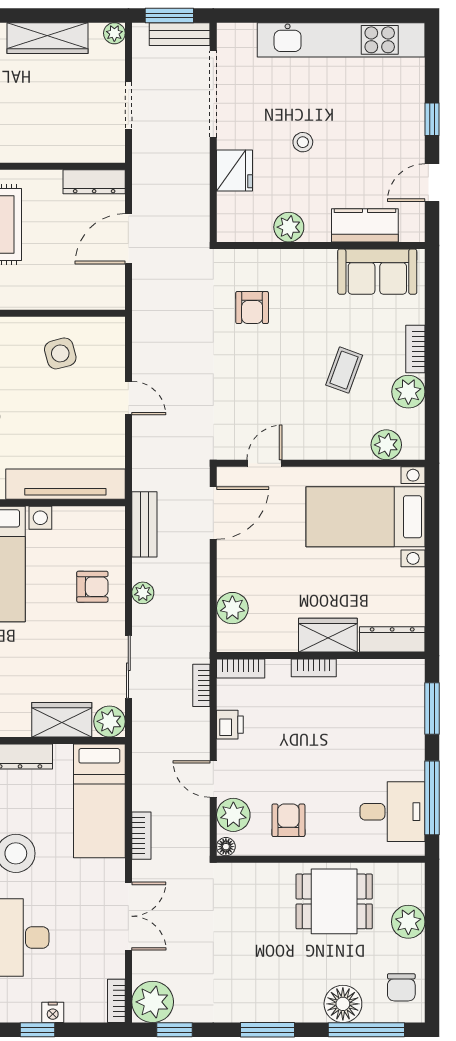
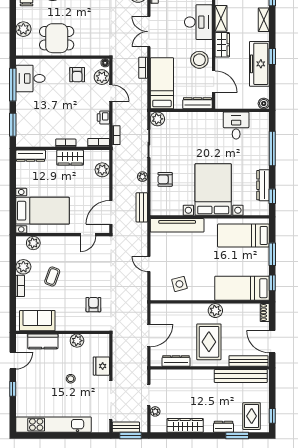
plant: (114, 33) -> (155, 411), moved
dresser: (94, 182) -> (176, 361), moved
wardrobe: (328, 635) -> (70, 158), moved
wardrobe: (62, 720) -> (179, 120), removed

